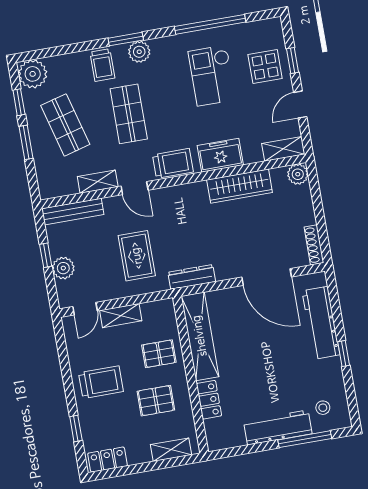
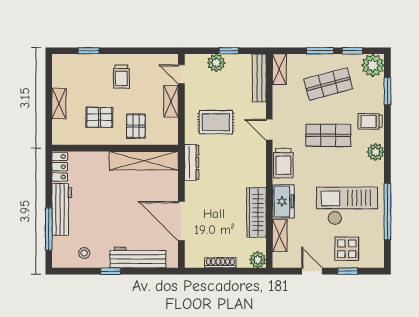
window: (126, 39) -> (387, 91), moved
checkout: (212, 76) -> (347, 206), width x1.36, depth x1.21
shelving: (283, 149) -> (280, 236), moved
shelving: (98, 182) -> (279, 69), moved
door: (135, 188) -> (269, 130), hinge flipped
shoe rack: (314, 245) -> (220, 263), moved
door: (267, 277) -> (181, 221), hinge flipped
trolley: (101, 382) -> (121, 77), width x0.73, depth x0.72
locker: (209, 400) -> (60, 167), moved, turned -90
pallet: (156, 401) -> (99, 117), turned 90
stool: (323, 408) -> (84, 253), moved
shelving: (171, 450) -> (59, 103), moved
locker: (108, 460) -> (60, 71), removed

